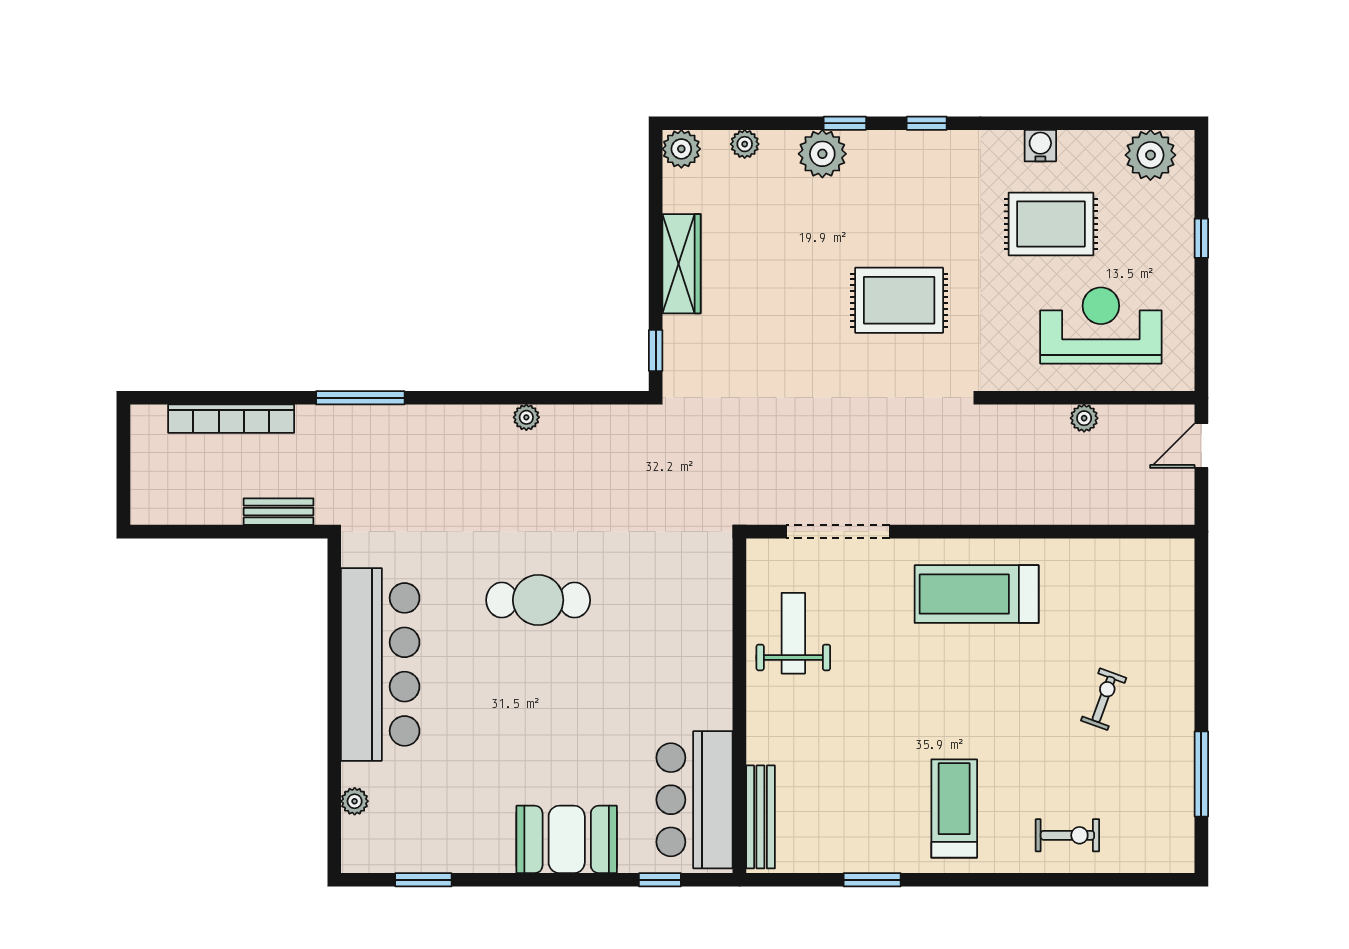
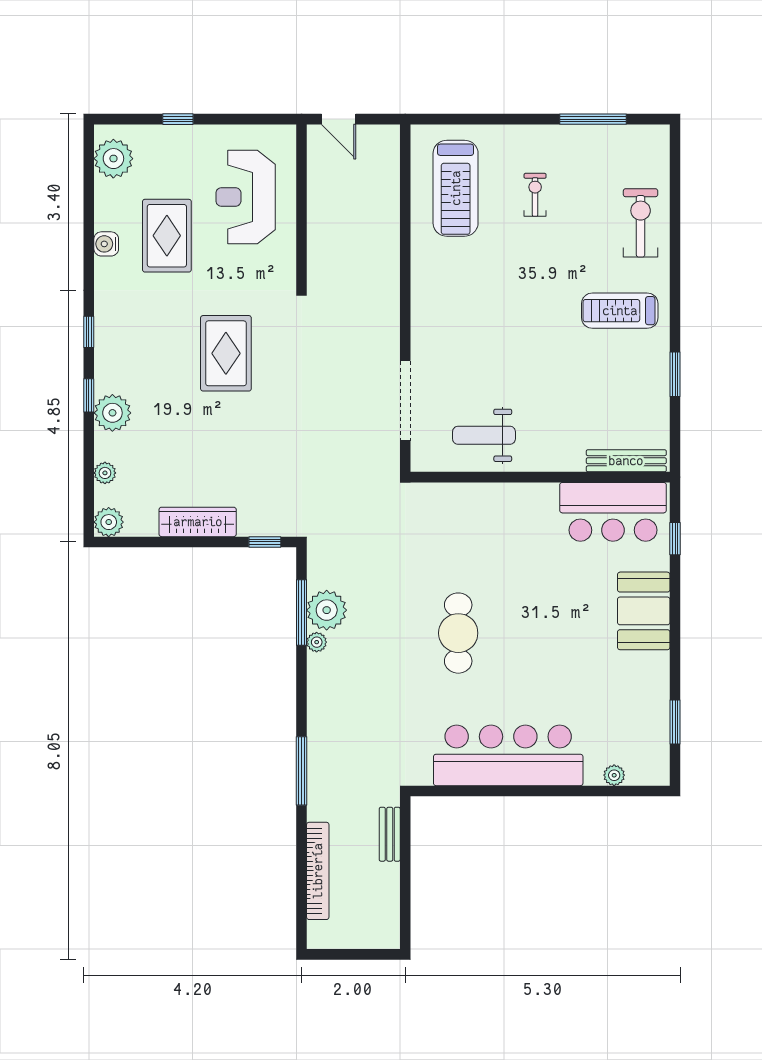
window: (564, 398) -> (302, 613), added
plant: (1084, 418) -> (327, 610), moved, width x1.88, depth x1.88
treadmill: (977, 594) -> (456, 188), moved
exercise bike: (1104, 699) -> (535, 195), turned 70
exercise bike: (1067, 835) -> (641, 223), width x1.38, depth x1.39

